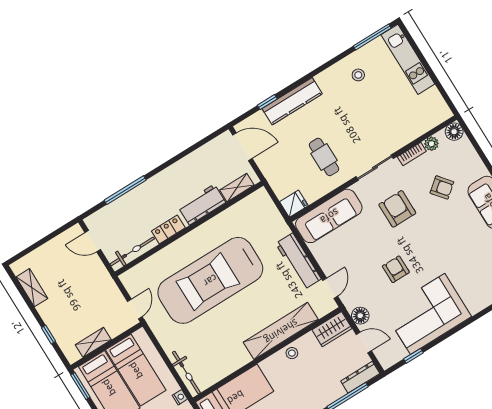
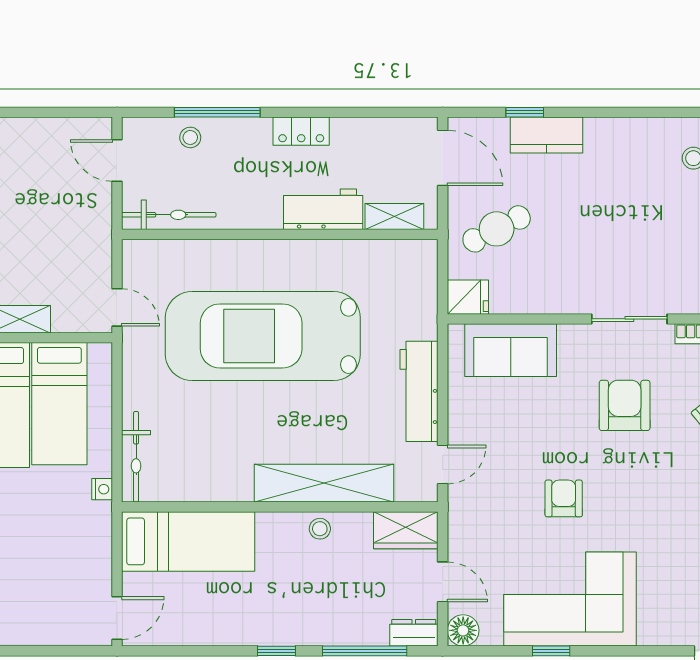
kitchen counter: (292, 101) -> (546, 135), width x0.67
cafe table: (324, 157) -> (497, 229), moved, turned 63
stool: (120, 209) -> (190, 137), added
sofa: (329, 216) -> (511, 350), width x0.73
locker: (168, 229) -> (301, 131), moved, turned 180
door: (135, 309) -> (117, 307), hinge flipped
floor lamp: (360, 316) -> (463, 630), moved
window: (413, 356) -> (551, 651), moved
dresser: (360, 377) -> (414, 633), width x0.70

